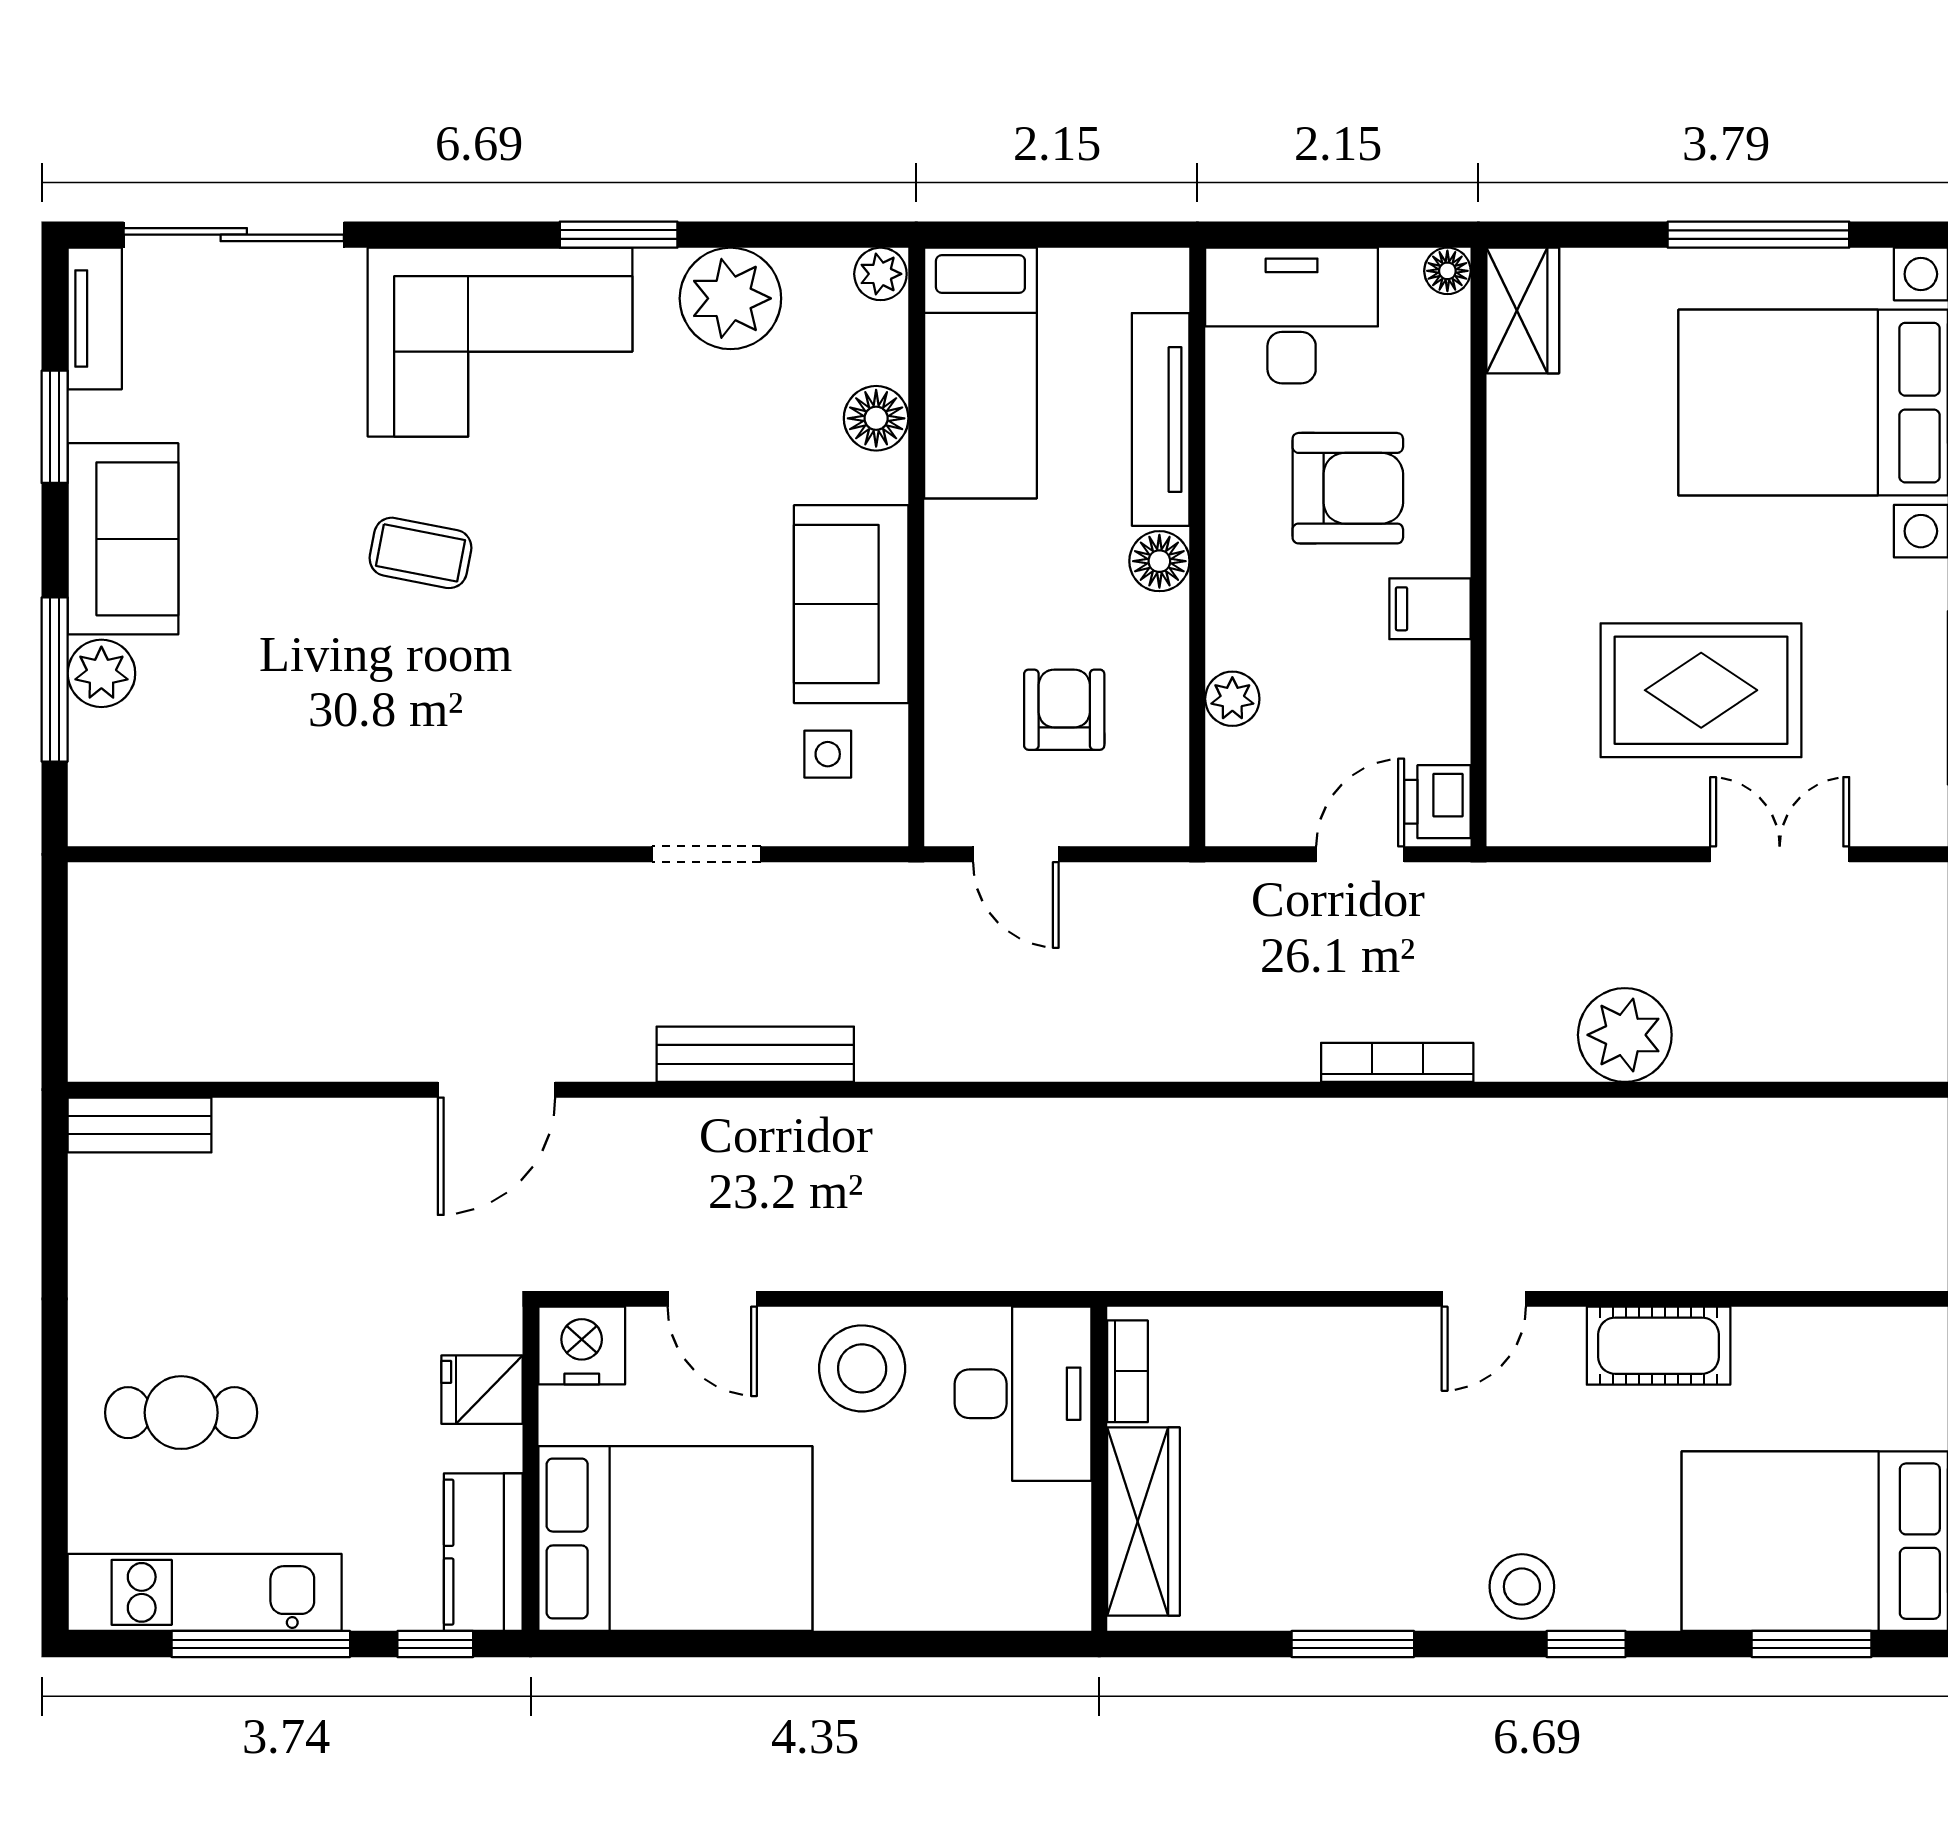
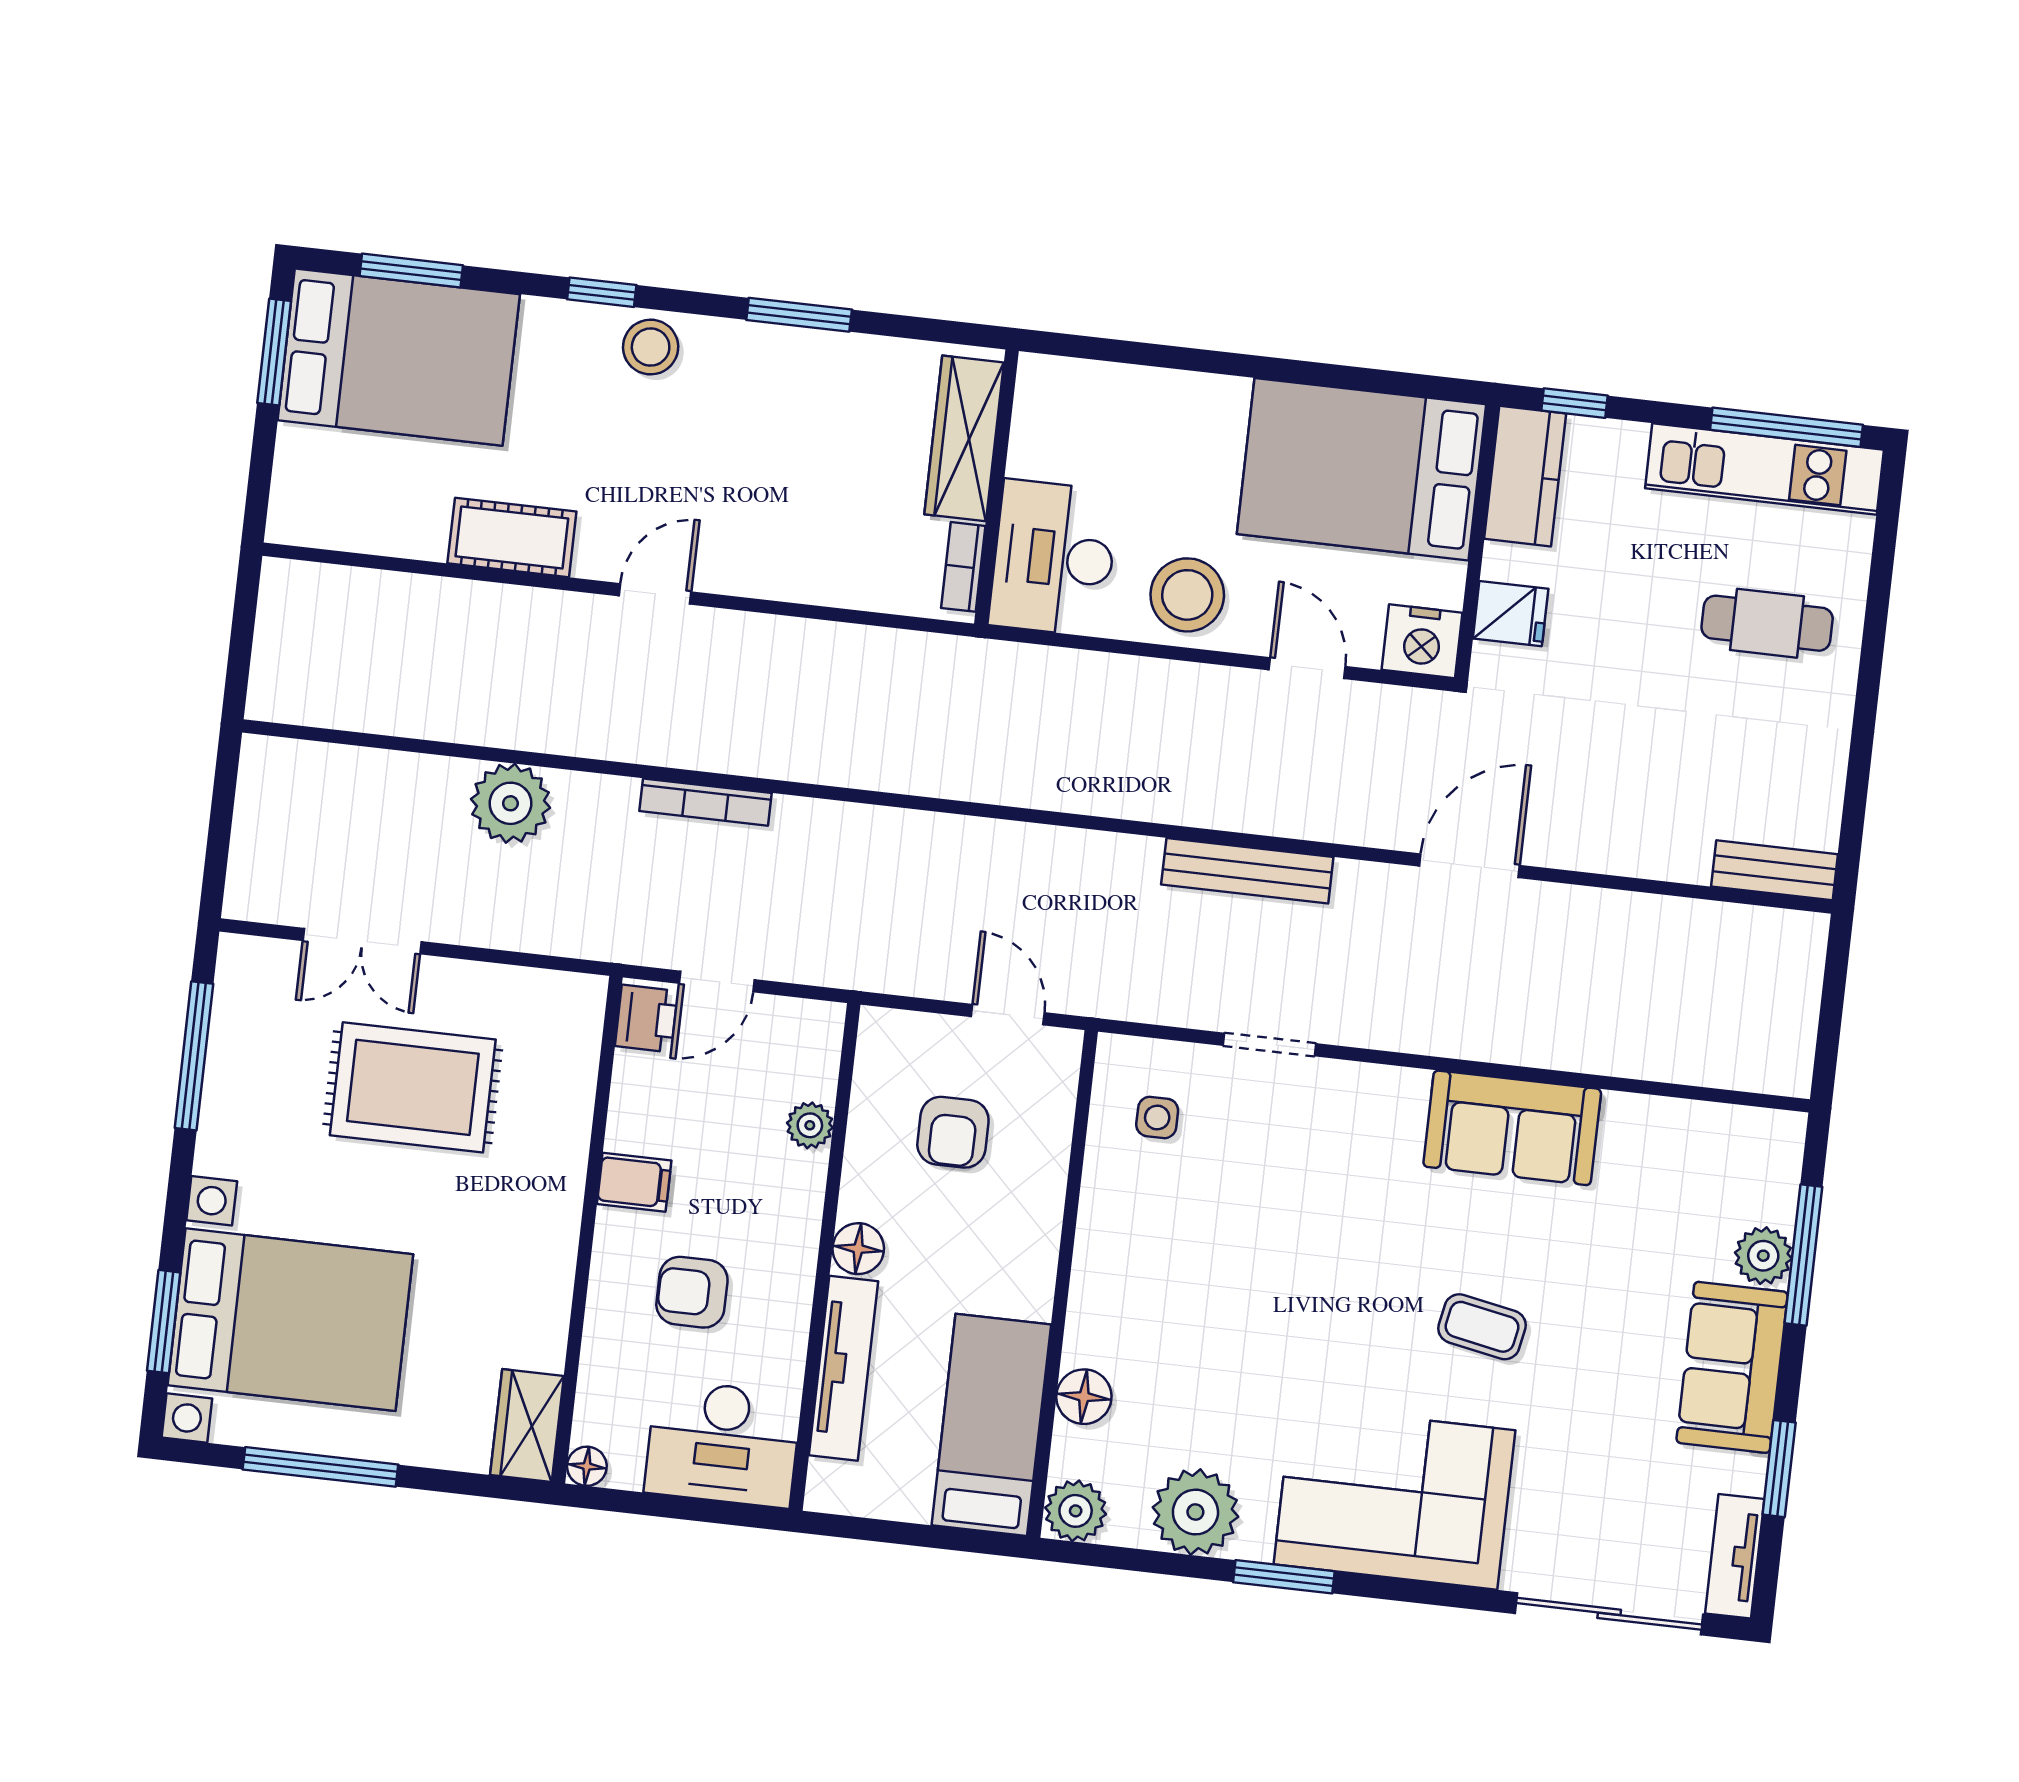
plant: (880, 274) -> (1076, 1511), width x1.38, depth x1.38
armchair: (1348, 488) -> (692, 1292), width x0.72, depth x0.72
sofa: (851, 604) -> (1512, 1128), moved, turned 90
window: (261, 1644) -> (1787, 427), moved

